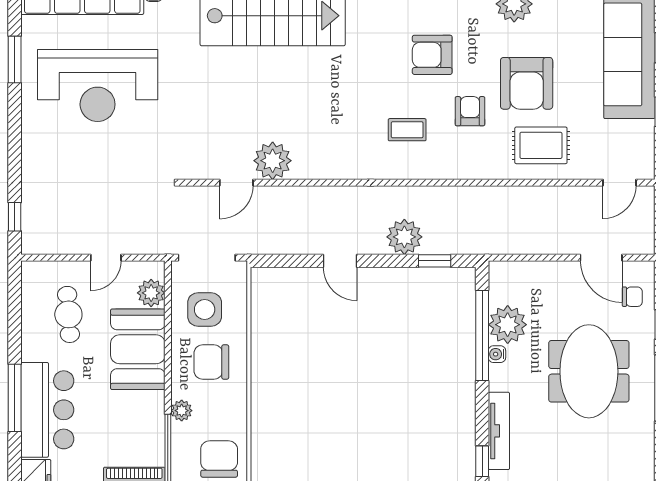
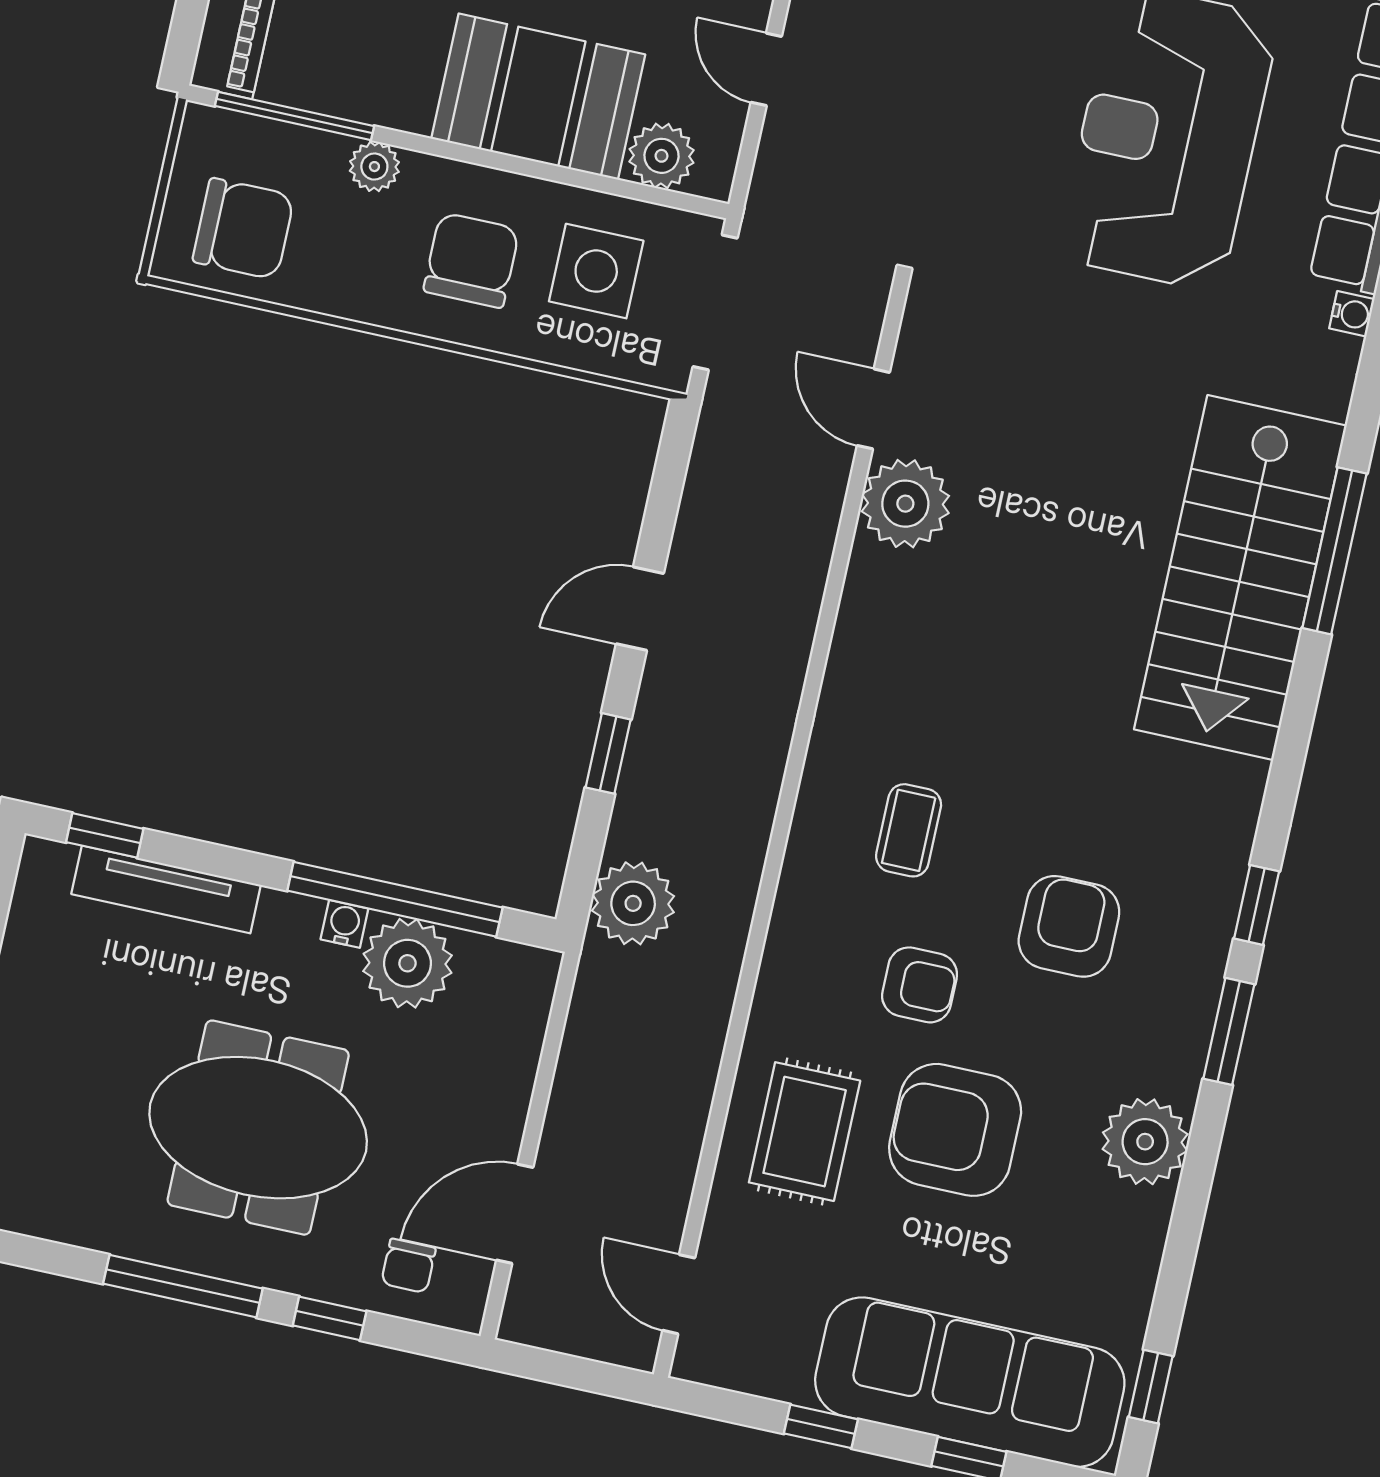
plant: (404, 237) -> (633, 903), moved
window: (435, 261) -> (608, 753), moved

